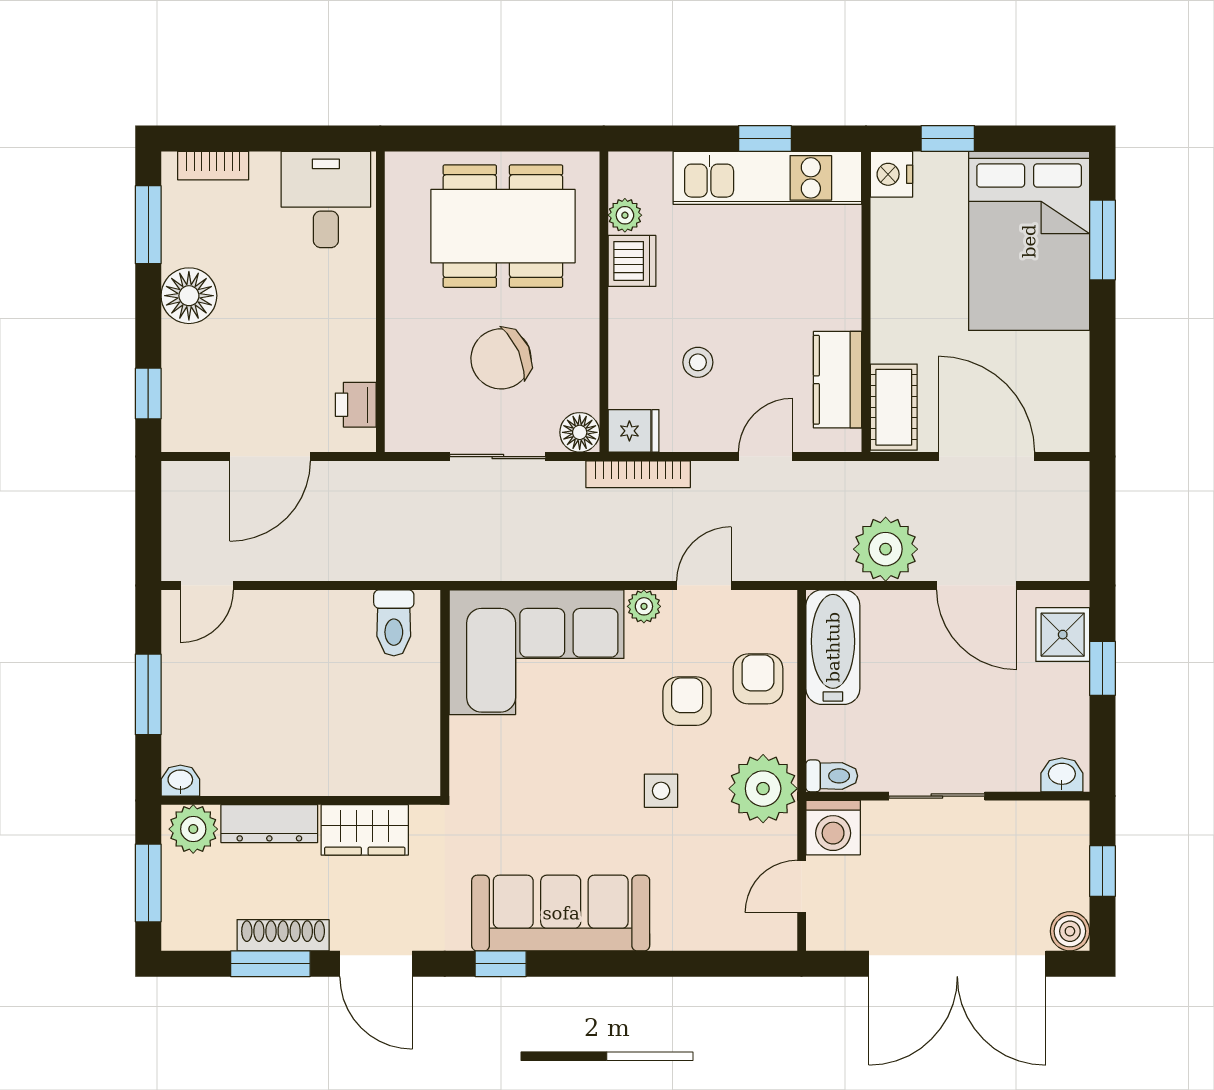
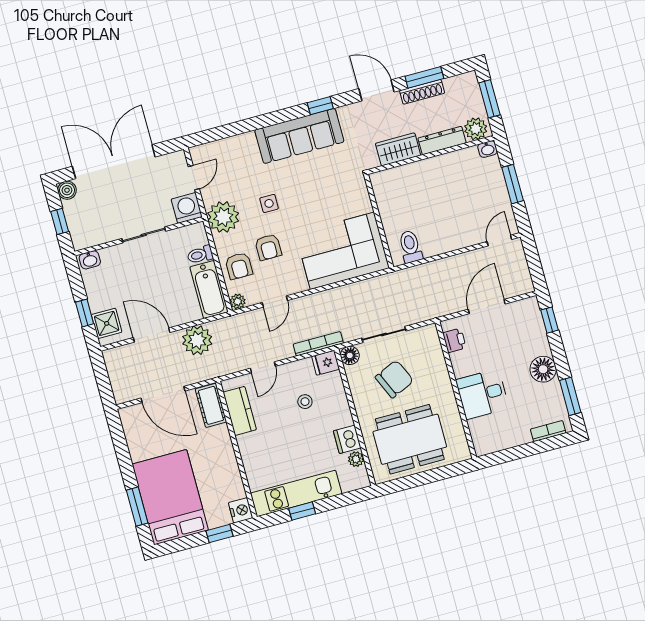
desk: (326, 199) -> (482, 394), moved, turned 90
plant: (644, 606) -> (238, 301), moved
toilet: (832, 776) -> (200, 255), moved

